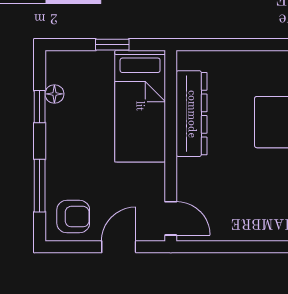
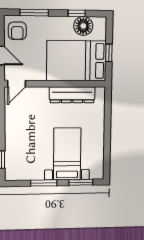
floor lamp: (54, 94) -> (83, 26), width x1.89, depth x1.89
bed: (140, 106) -> (76, 61), width x1.50

